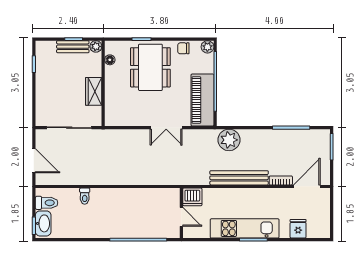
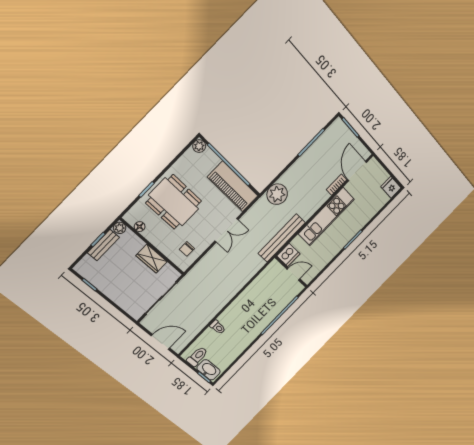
chair: (183, 48) -> (187, 249), moved
bench: (239, 178) -> (282, 238), moved
kitchen unit: (245, 228) -> (326, 217), moved, turned 180
fridge: (298, 229) -> (391, 187), moved

